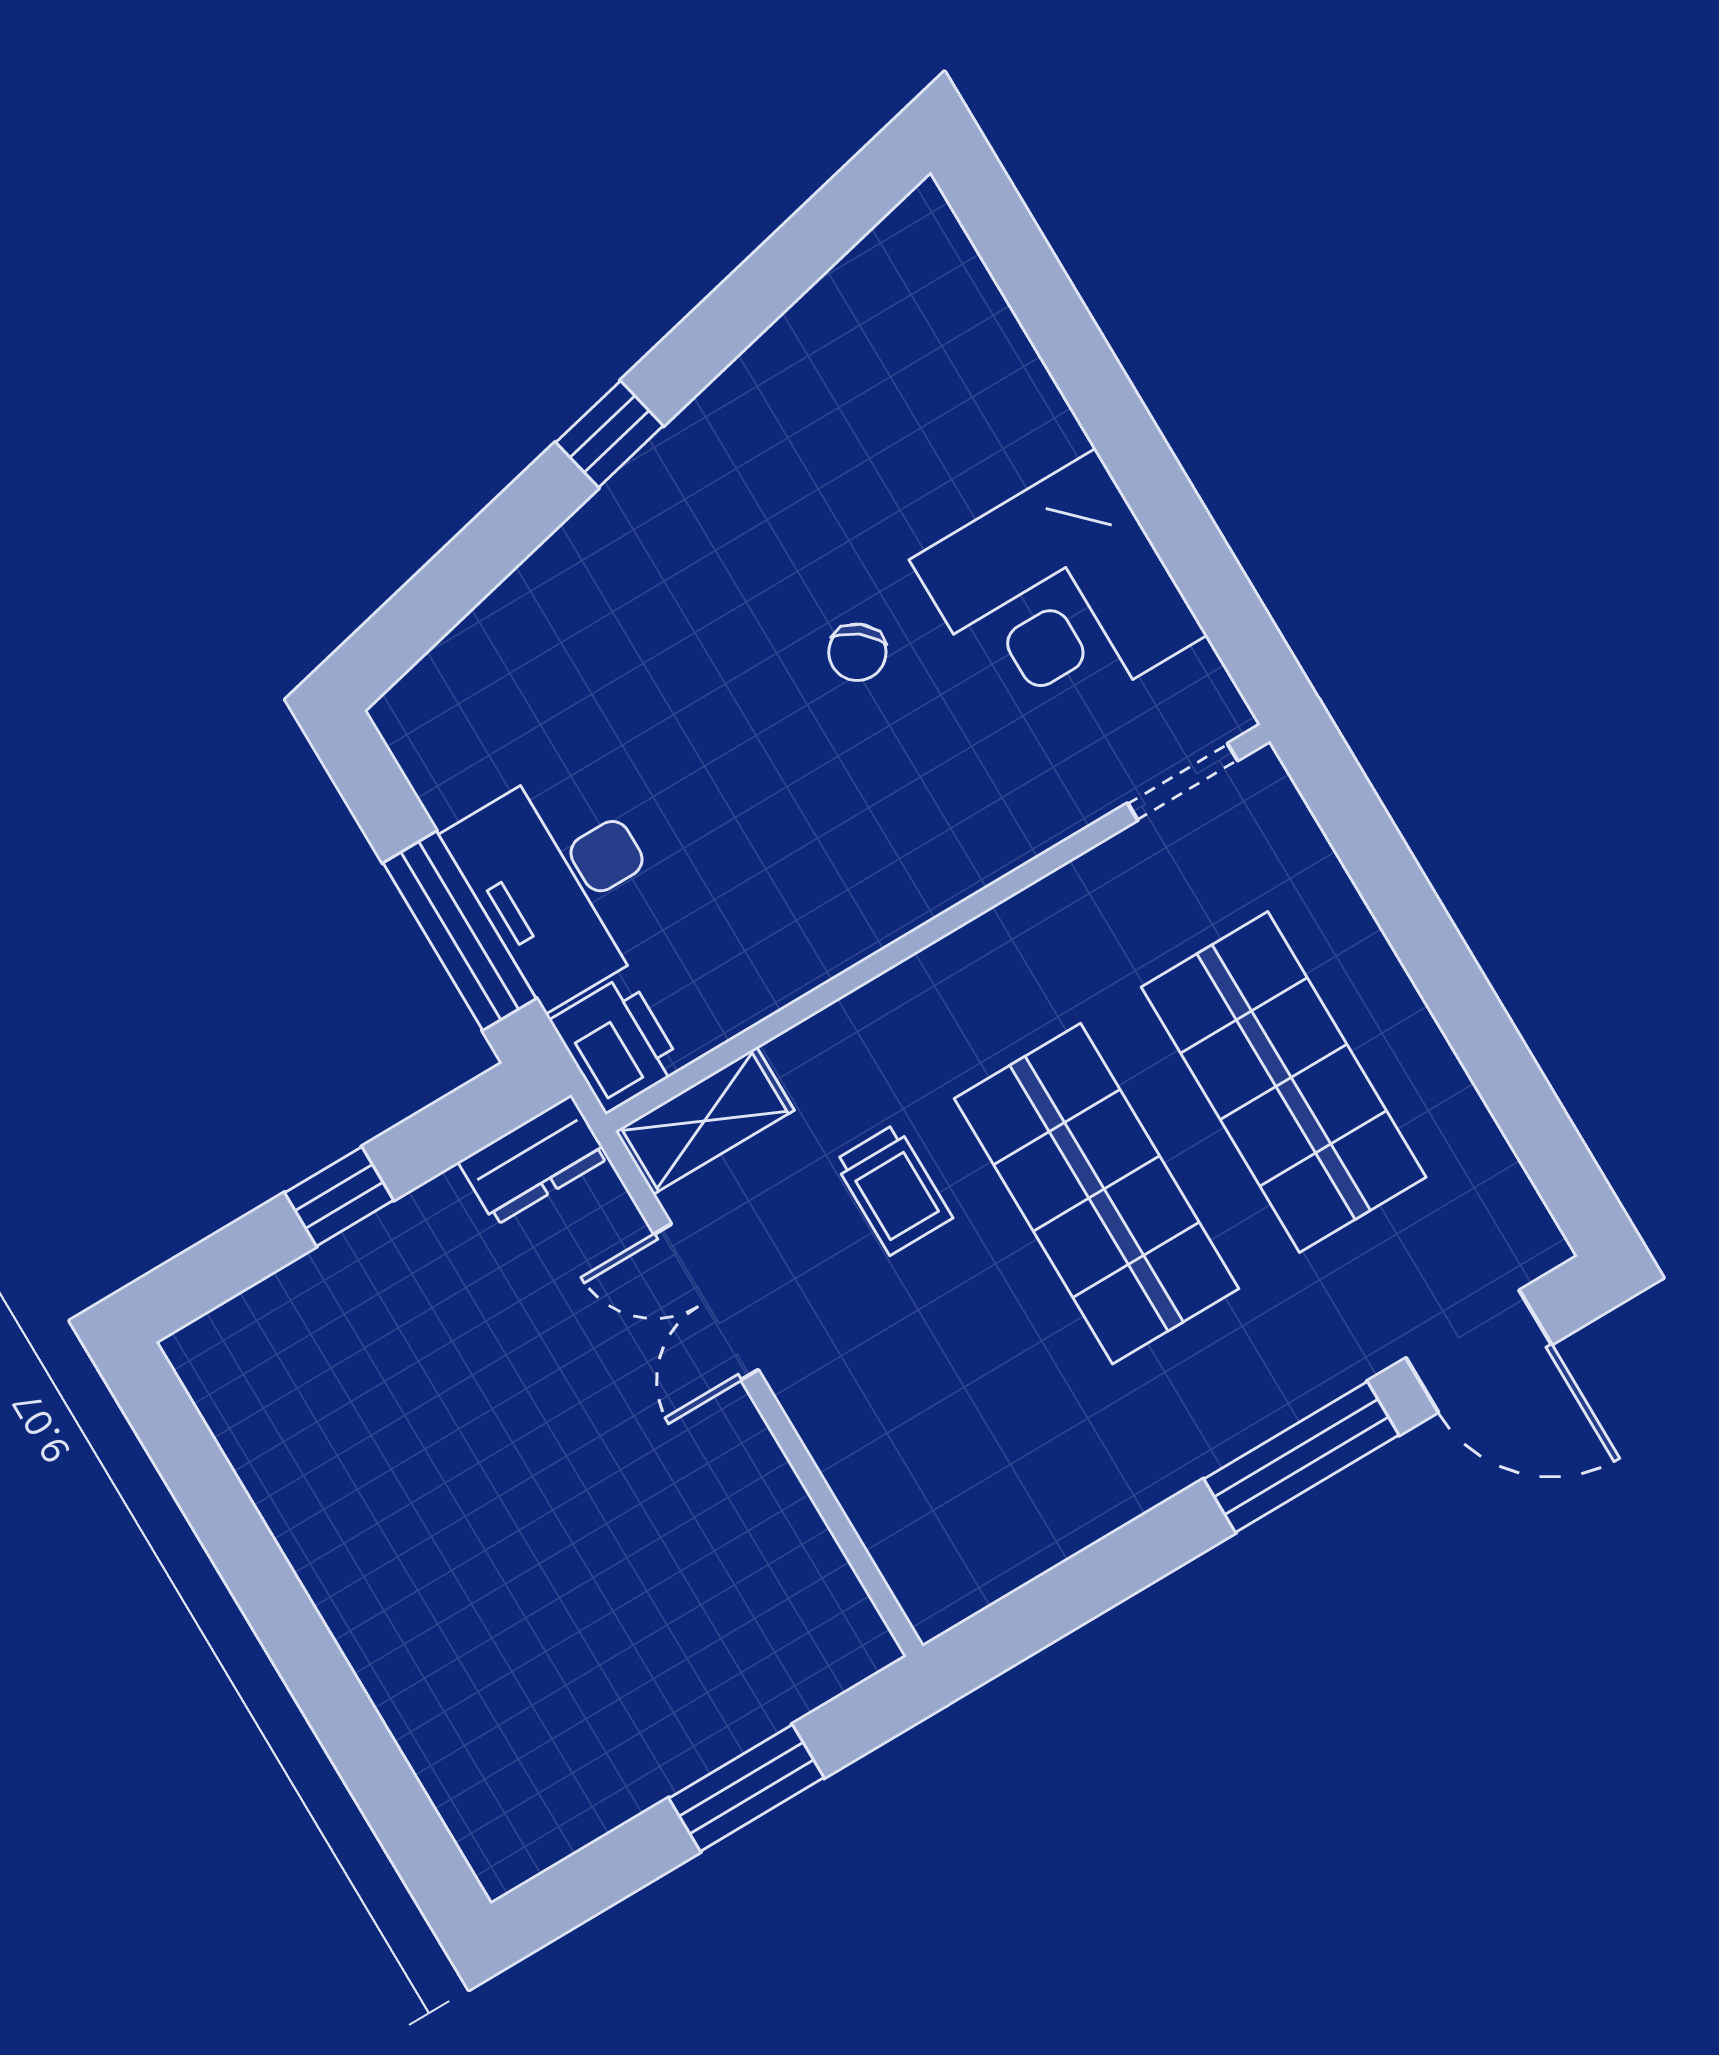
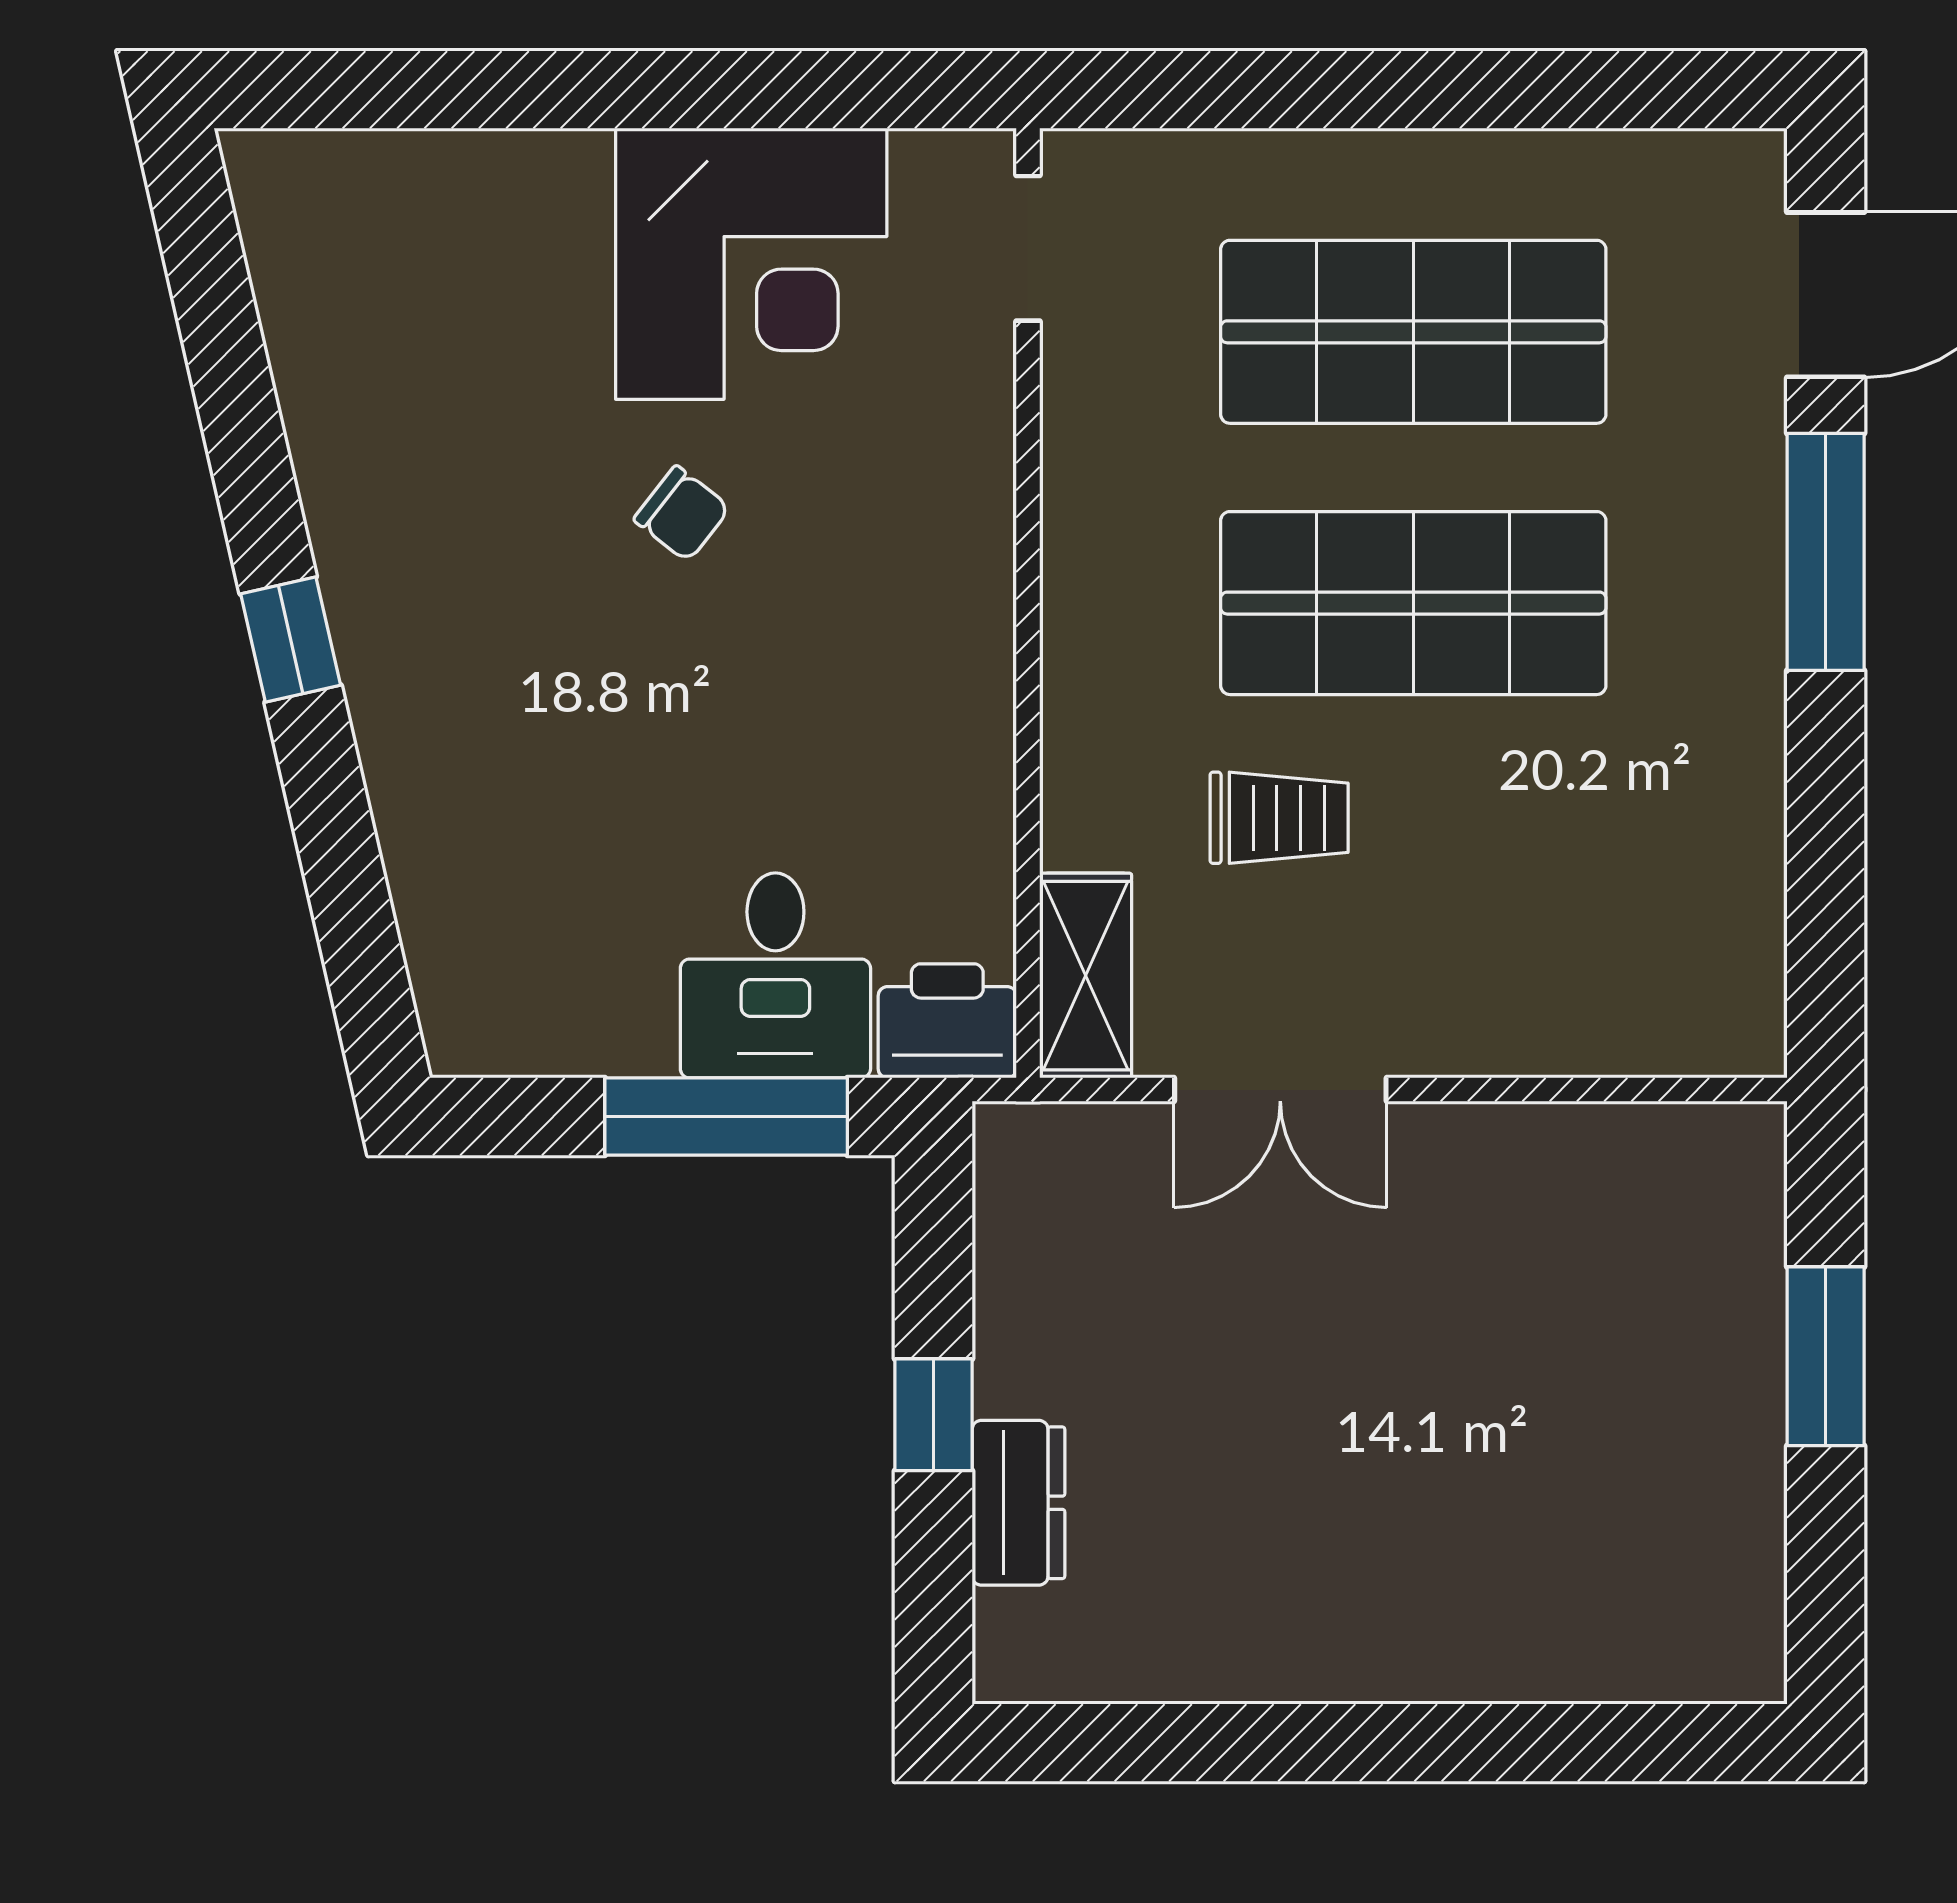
desk: (563, 882) -> (775, 975), width x0.73
dresser: (534, 1160) -> (1018, 1503), moved

